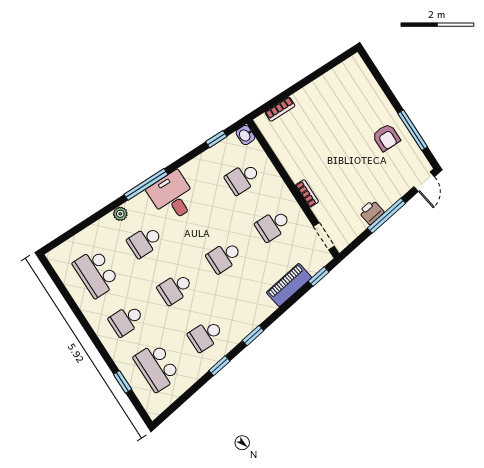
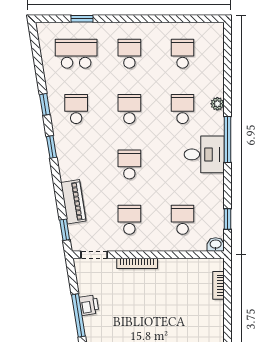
bookcase: (307, 193) -> (137, 263), width x1.56
school desk: (96, 273) -> (183, 54), width x0.54

